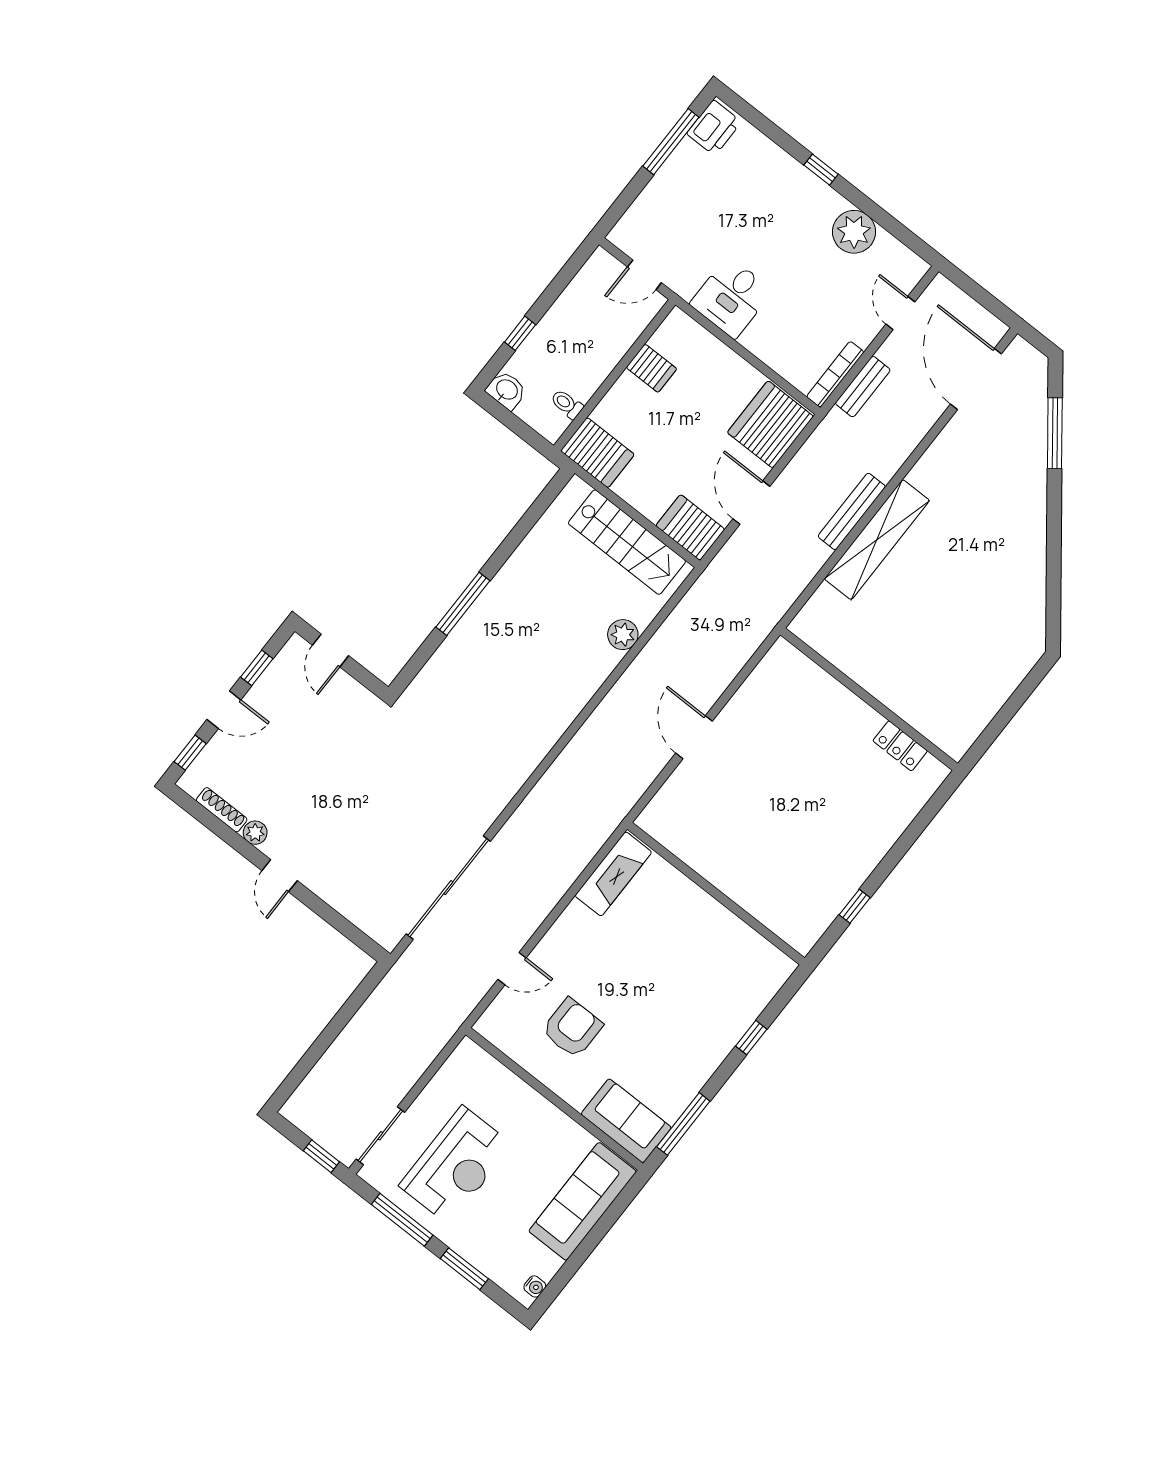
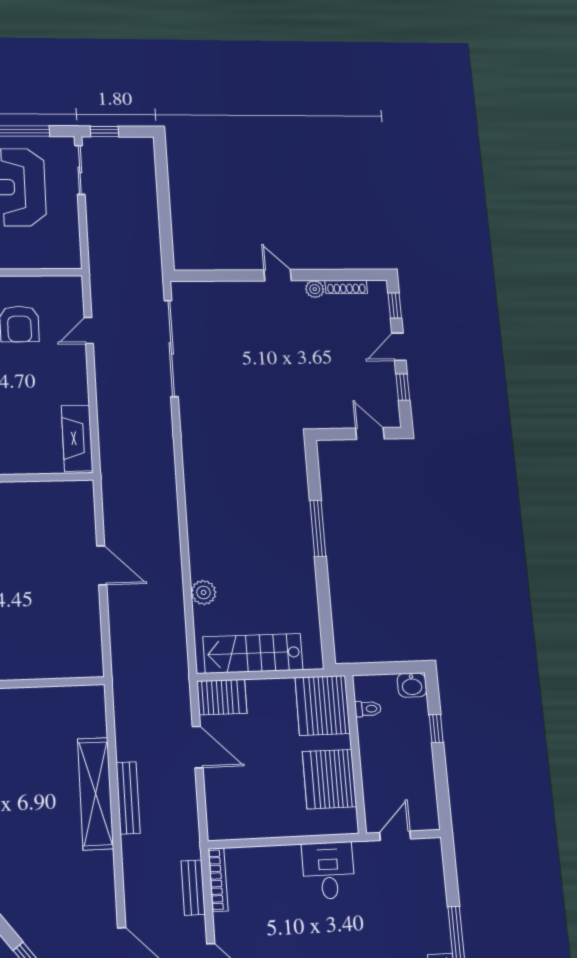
server rack: (651, 368) -> (329, 779), width x2.18, depth x1.44
server rack: (770, 424) -> (230, 809), removed
server rack: (597, 453) -> (323, 705), width x1.60

